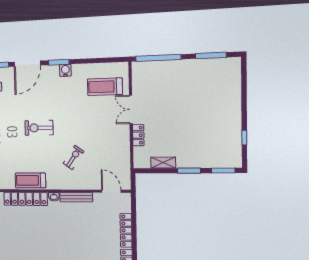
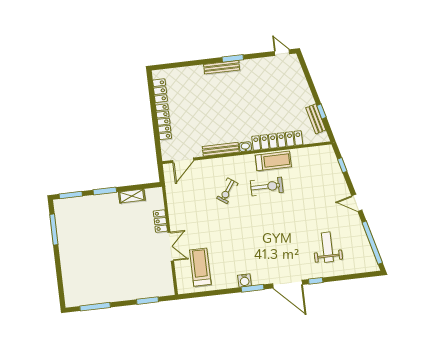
window: (158, 58) -> (148, 301), width x0.47
door: (27, 64) -> (288, 284), swing flipped
treadmill: (105, 87) -> (200, 267), turned -90
exercise bike: (39, 128) -> (267, 187), moved
window: (244, 138) -> (54, 230), width x2.17
door: (111, 191) -> (183, 160), hinge flipped

